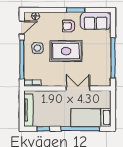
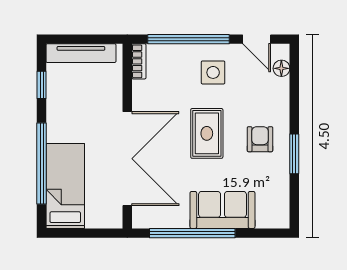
sofa: (96, 21) -> (222, 210), moved, turned 90
rug: (66, 51) -> (207, 133), width x0.73, depth x0.70
double door: (78, 88) -> (127, 159), width x1.87

